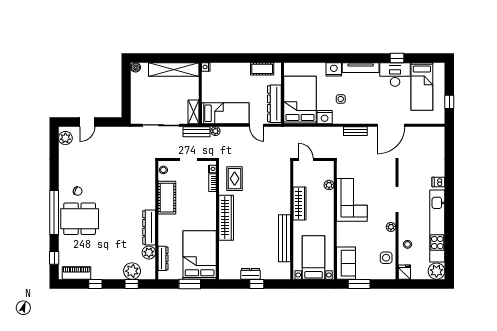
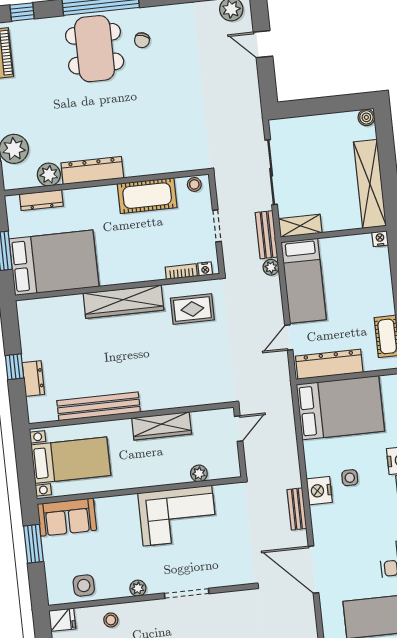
nightstand: (325, 117) -> (319, 491), moved
dresser: (251, 274) -> (33, 379), moved

